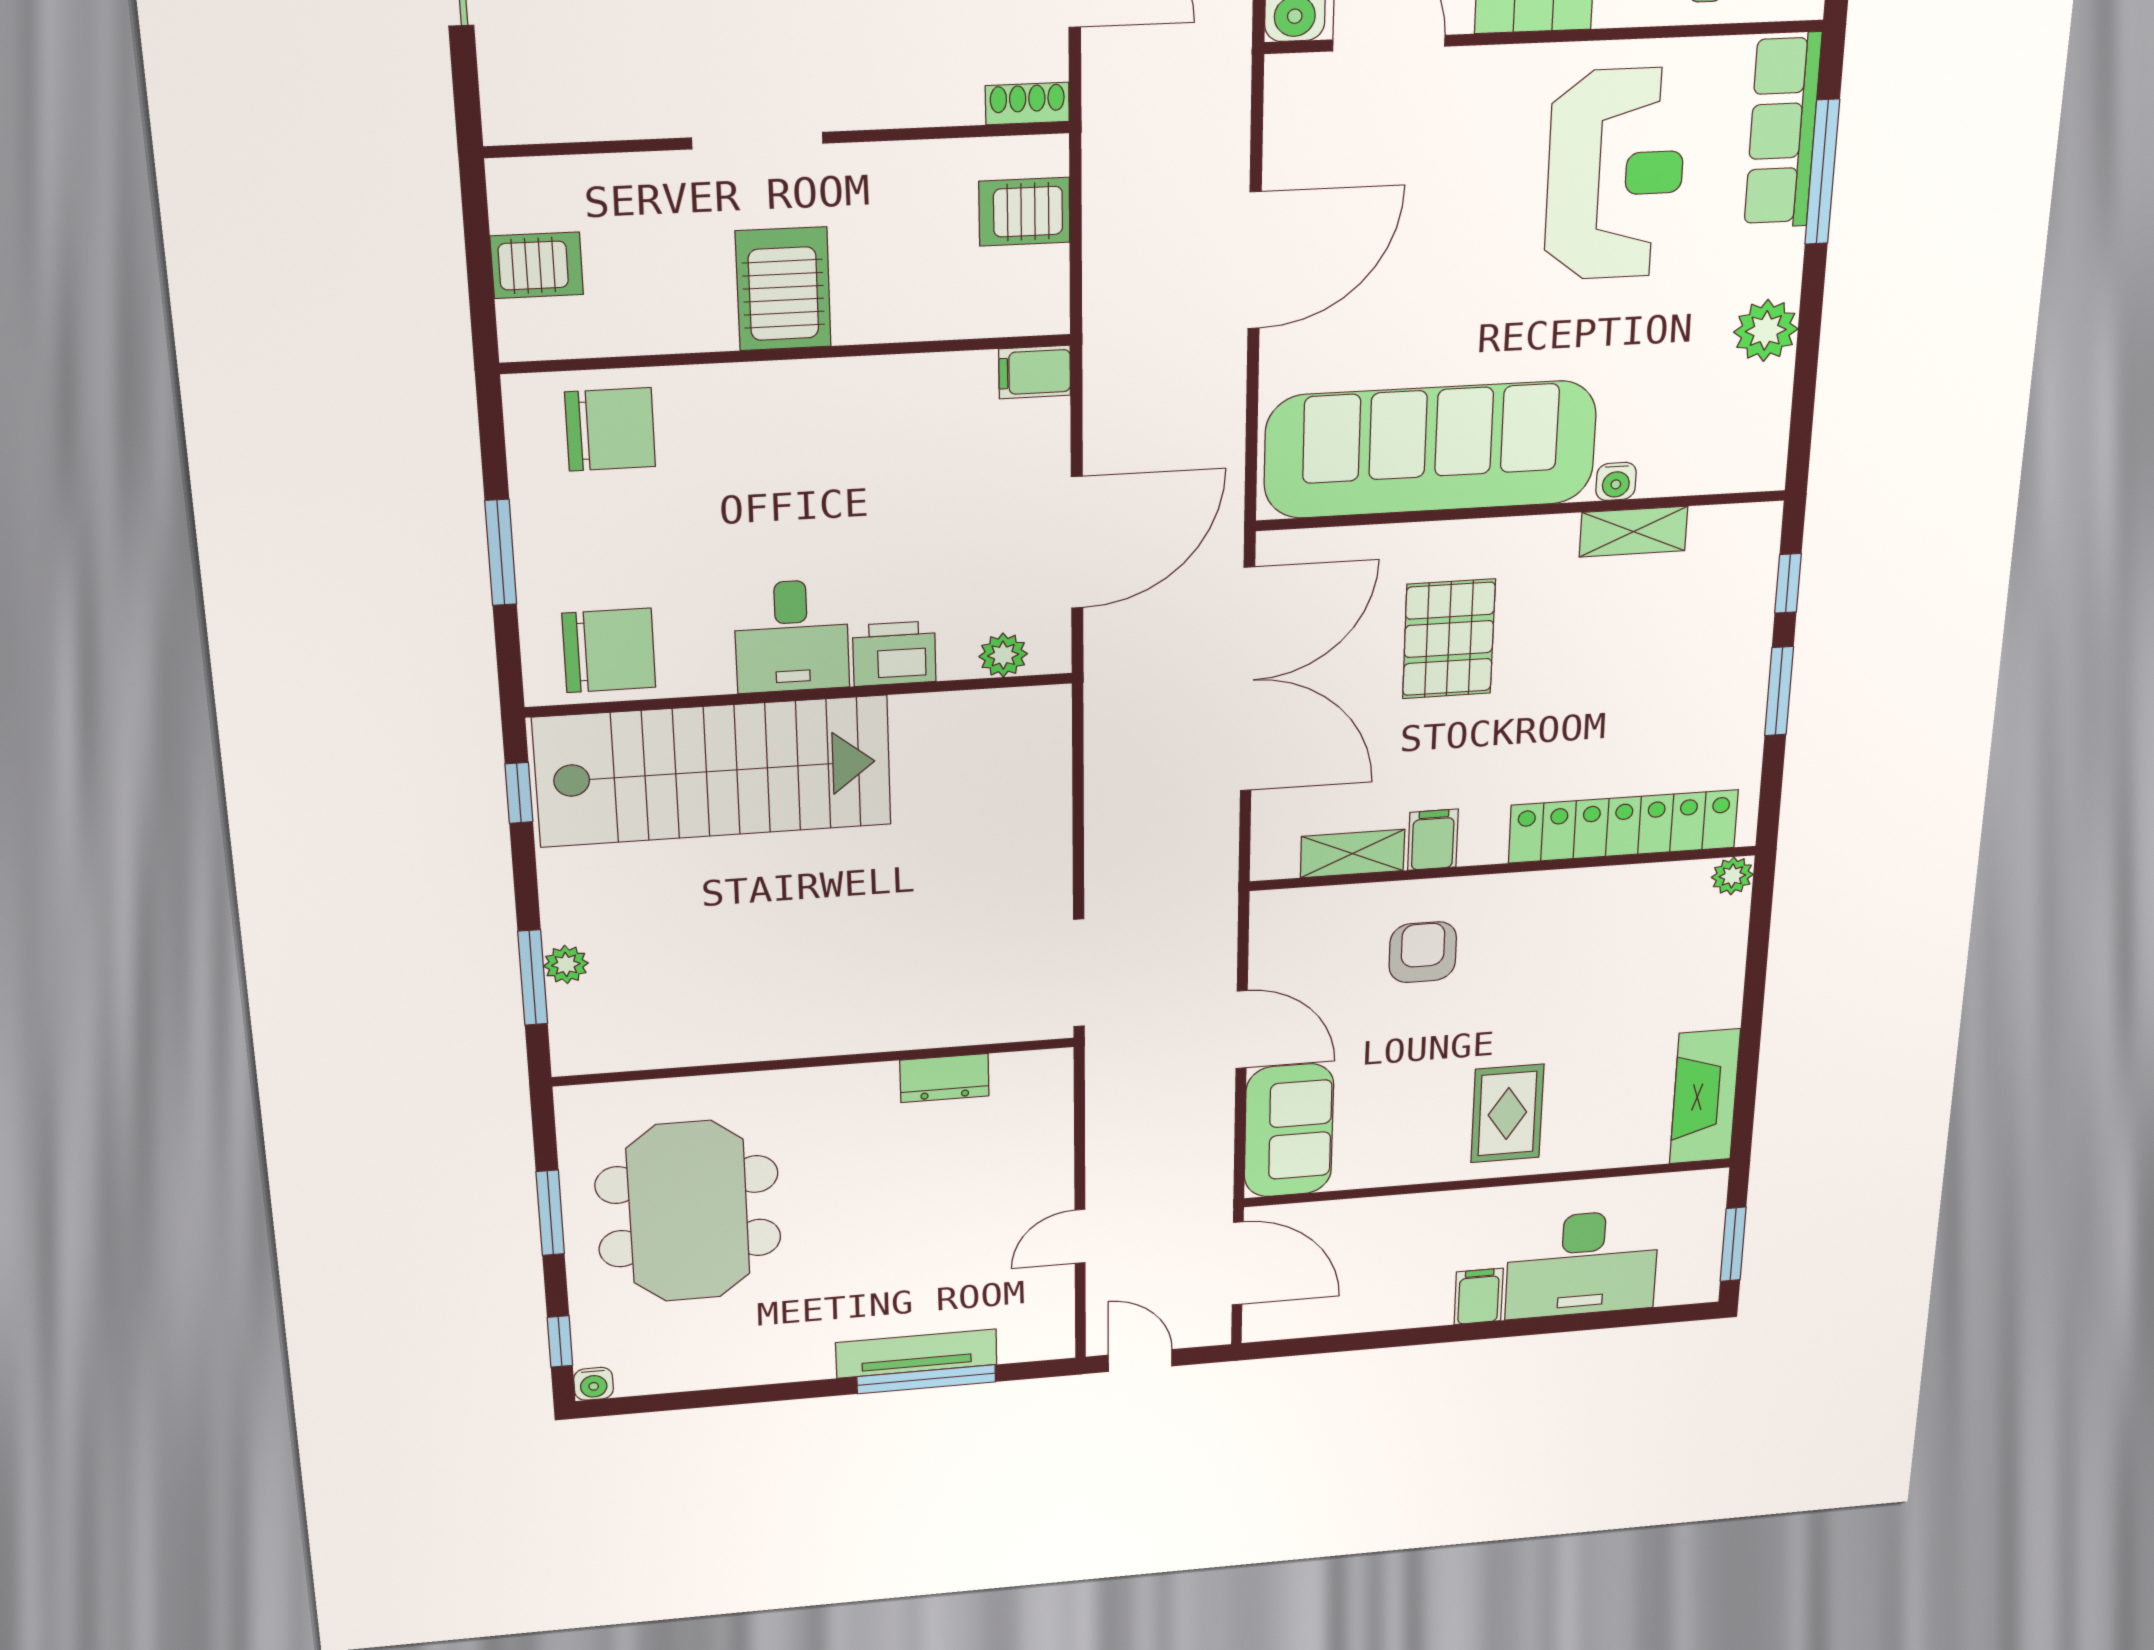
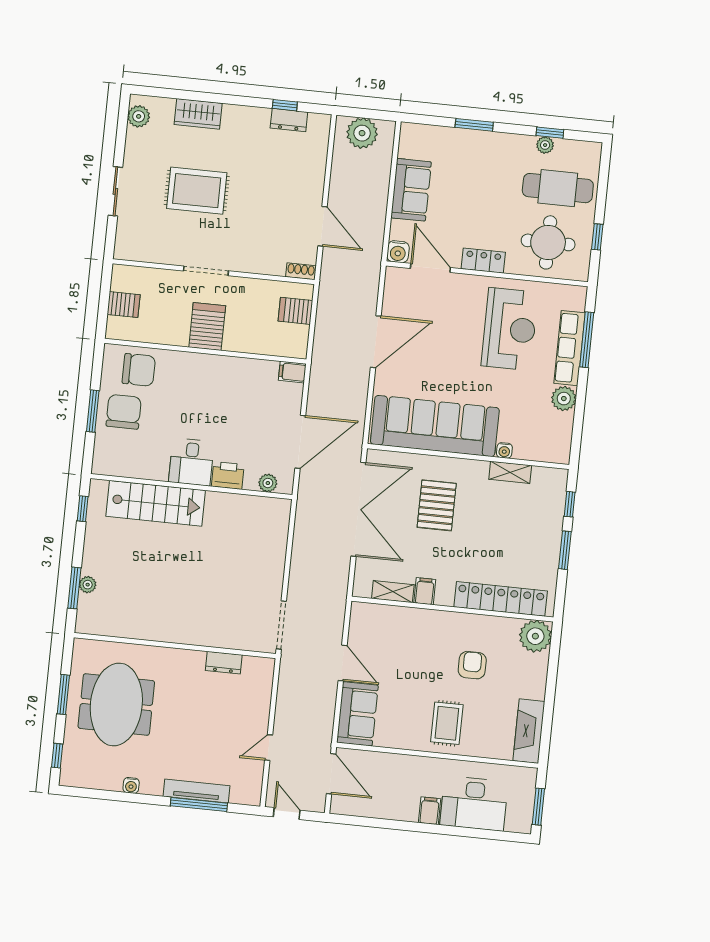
row of seats: (1783, 131) -> (569, 348), moved
chair: (609, 650) -> (124, 412), moved, turned -90
stairs: (713, 771) -> (156, 503), width x0.73, depth x0.66
plant: (1732, 876) -> (535, 636), width x1.87, depth x1.87
armchair: (1423, 952) -> (472, 665), moved
water cooler: (594, 1384) -> (131, 785), moved

